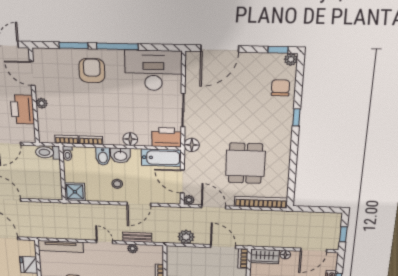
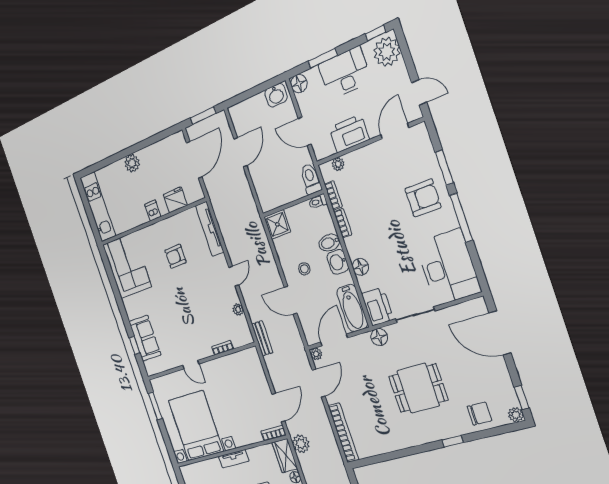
plant: (42, 103) -> (338, 164), moved
dining table: (245, 163) -> (418, 388), moved
bench: (137, 237) -> (262, 338), moved
plant: (186, 237) -> (301, 444), moved

